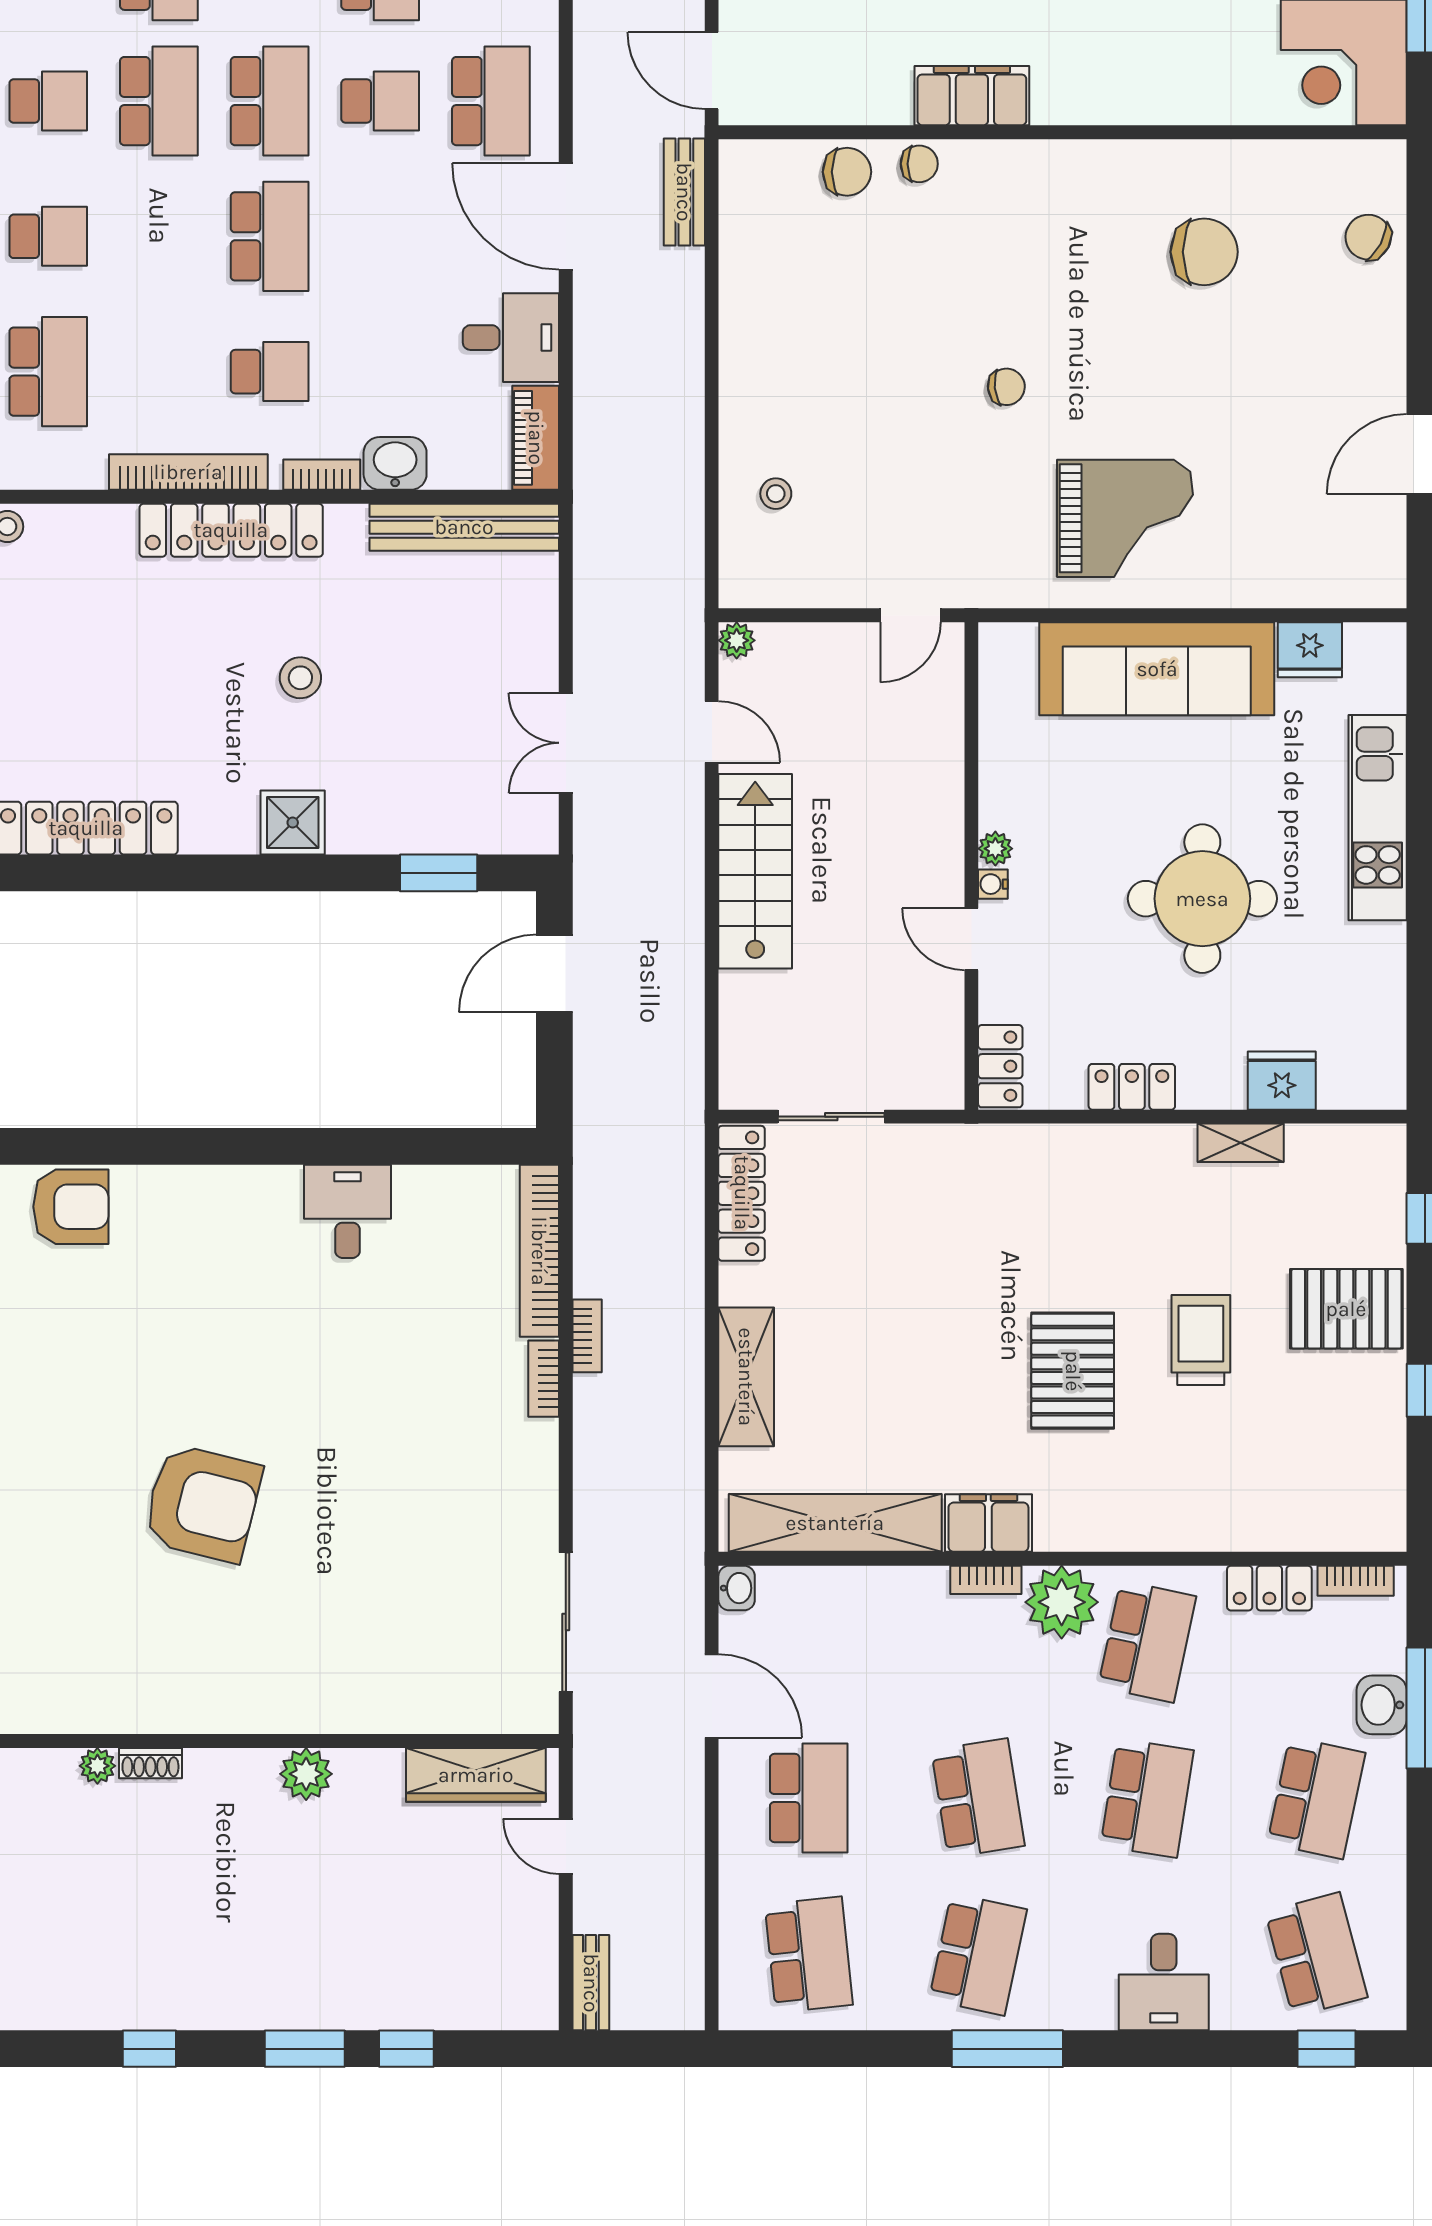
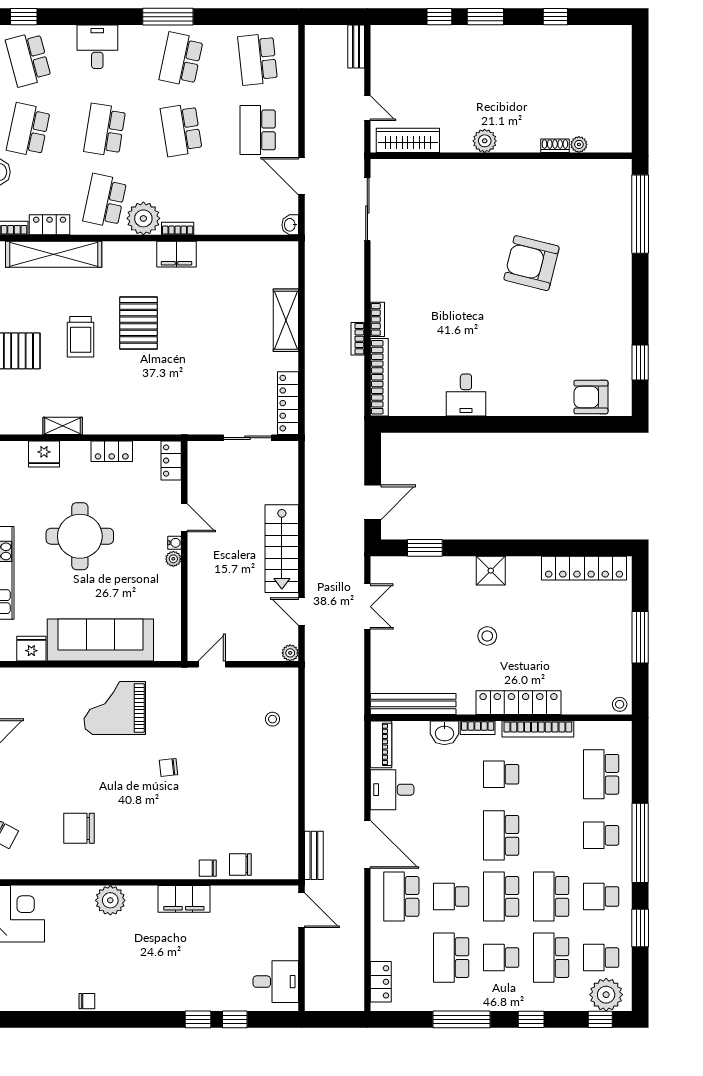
plant: (1135, 92) -> (110, 900), added
shelving: (835, 1523) -> (54, 254), moved

